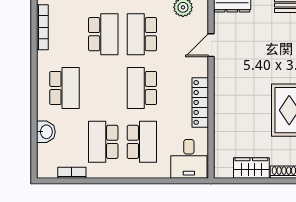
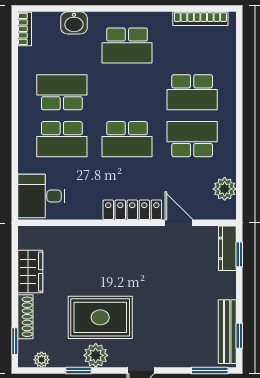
school desk: (142, 88) -> (127, 139), turned 180
locker: (200, 102) -> (132, 210), moved
bookcase: (72, 173) -> (25, 29), moved

